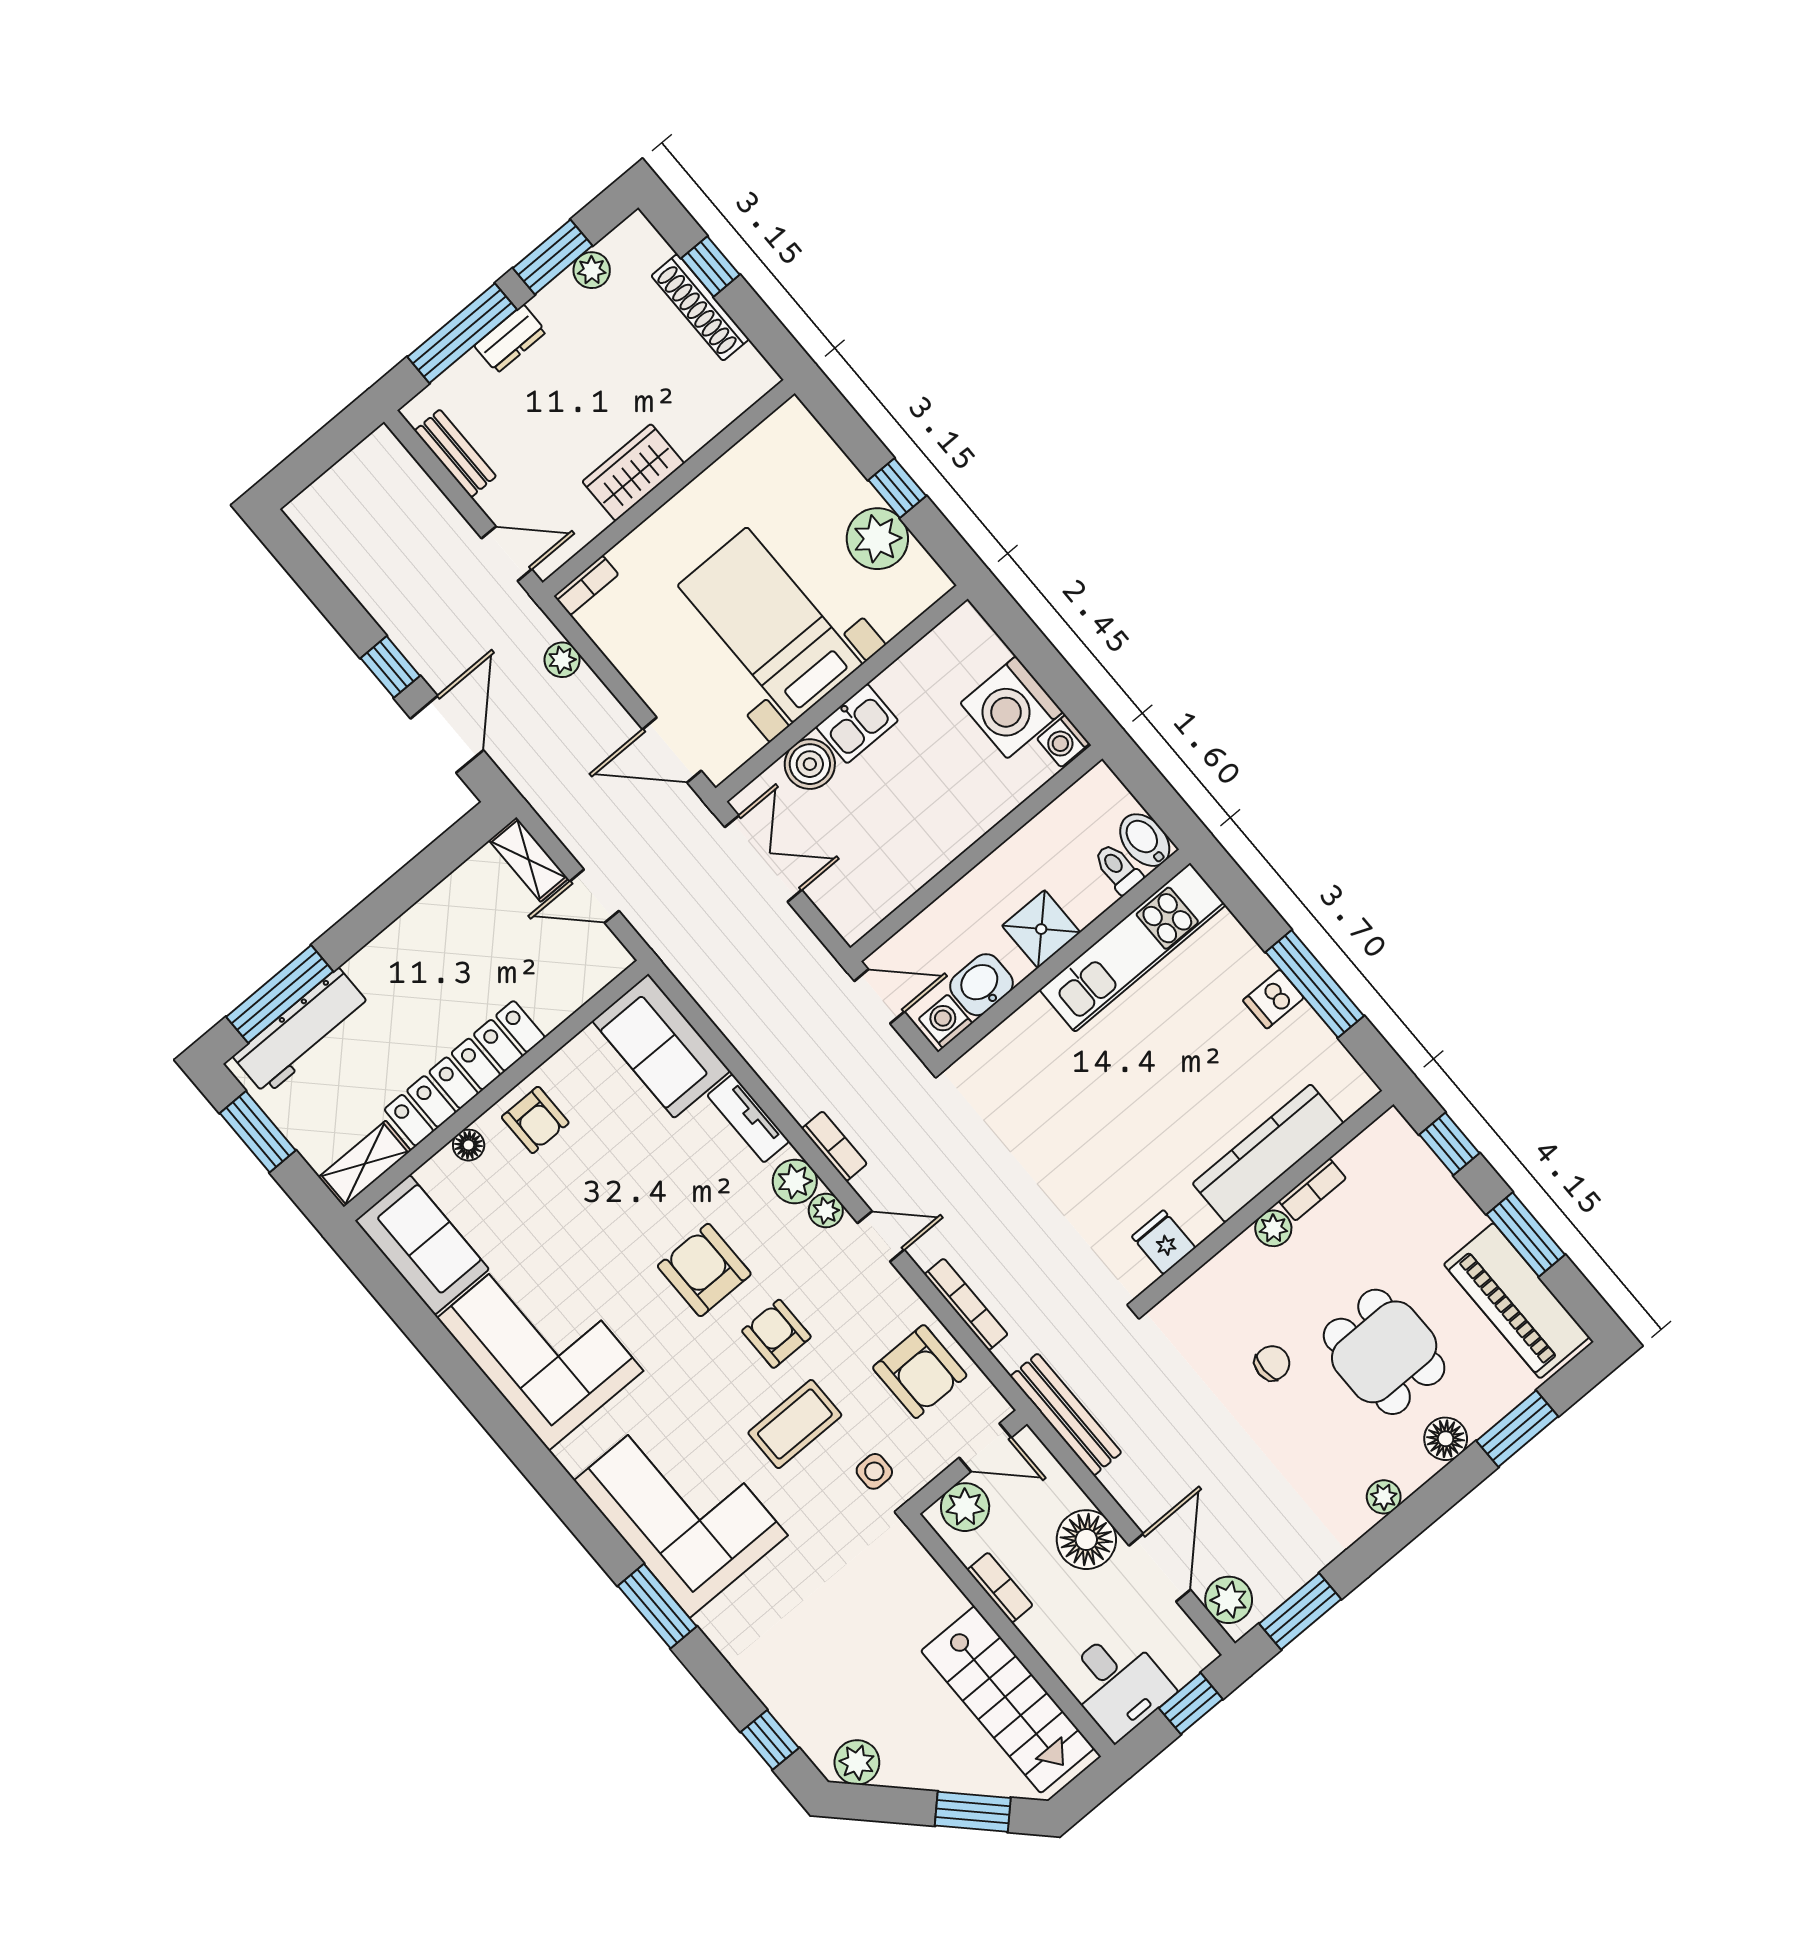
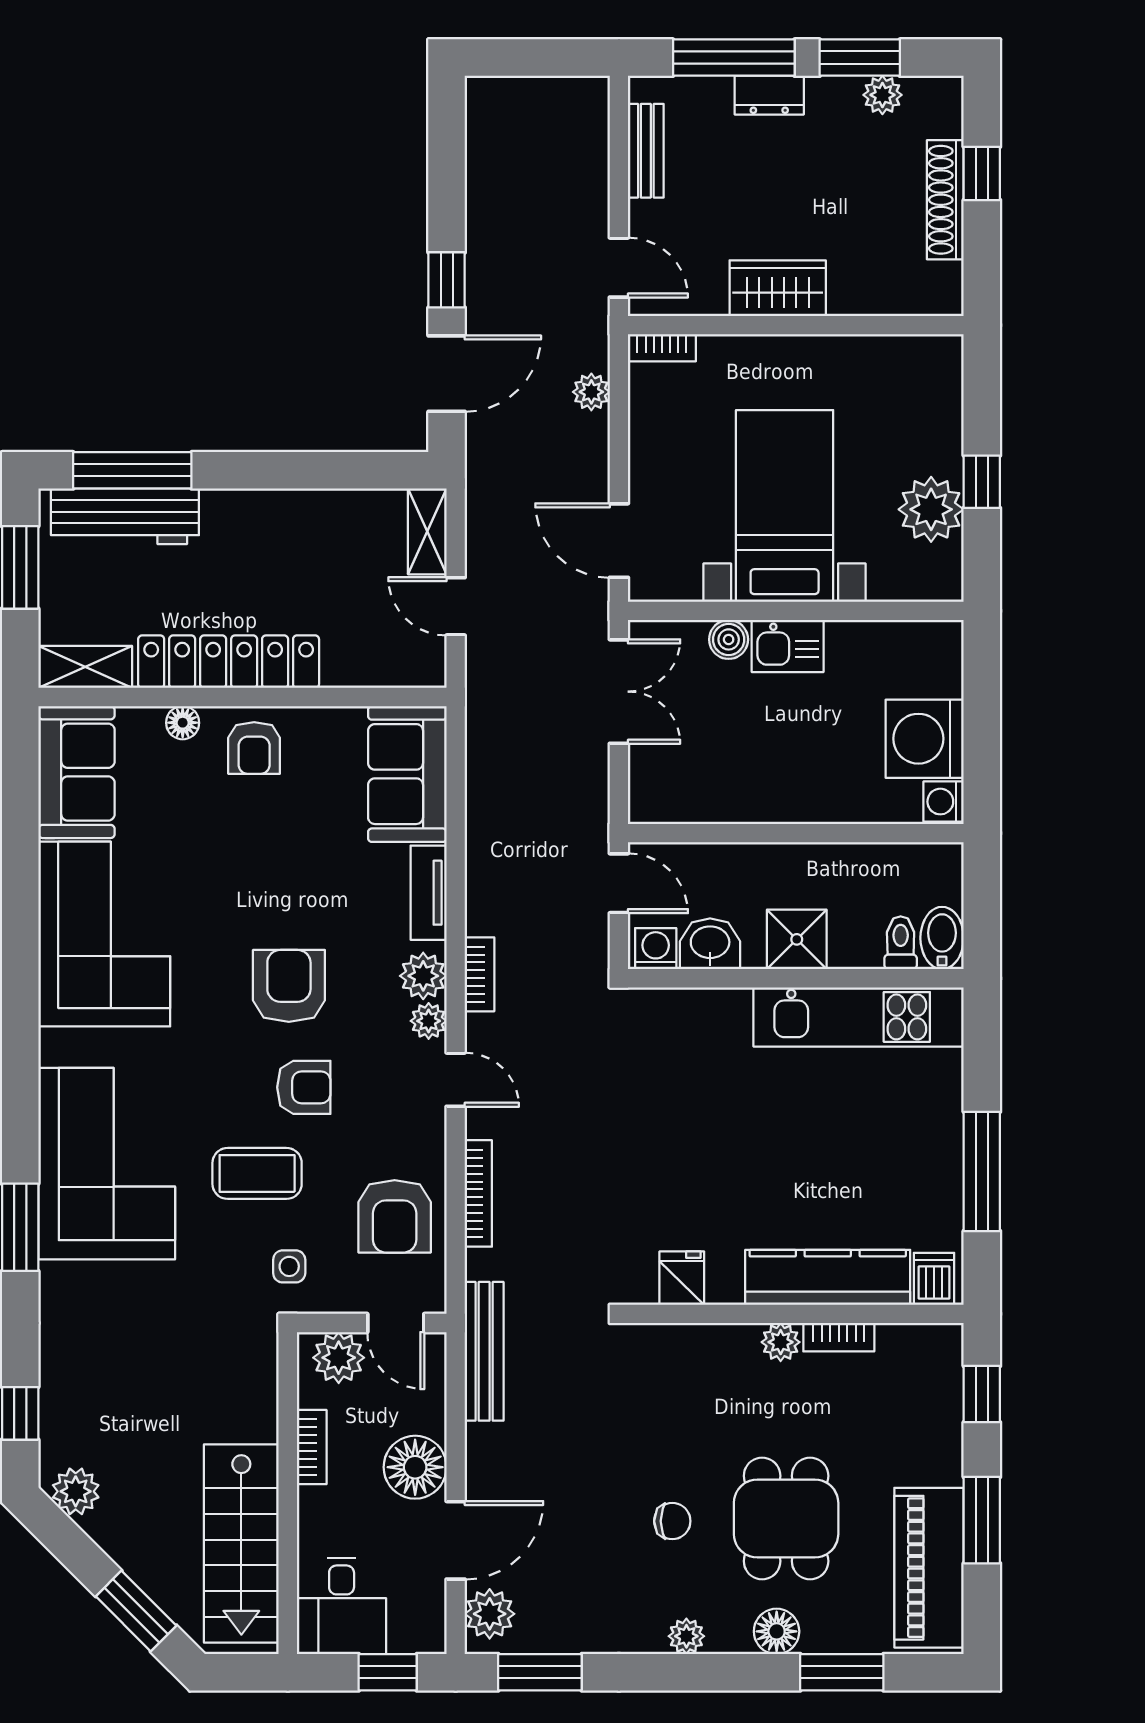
boiler: (810, 764) -> (729, 639), width x0.73, depth x0.73
dishwasher: (1273, 999) -> (934, 1279), moved, turned 90
armchair: (776, 1334) -> (304, 1087), turned 90
chair: (1272, 1363) -> (672, 1521), moved

